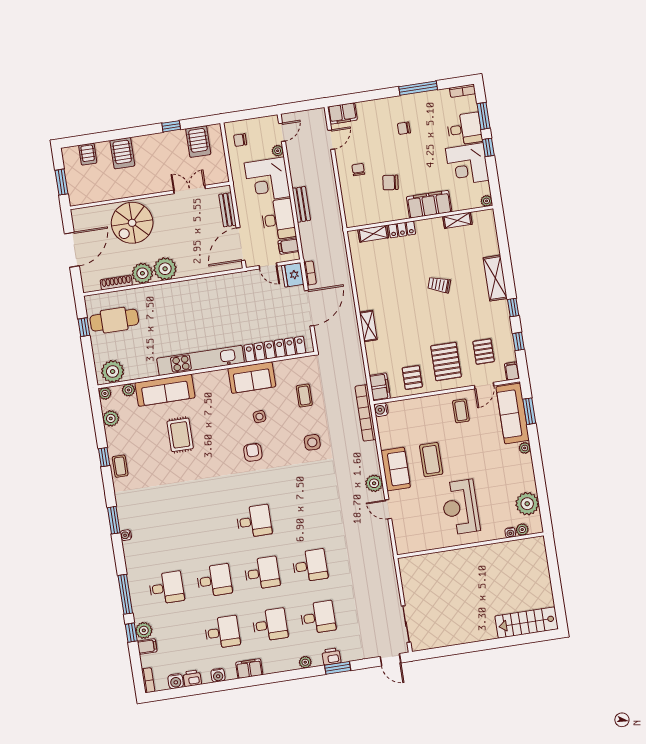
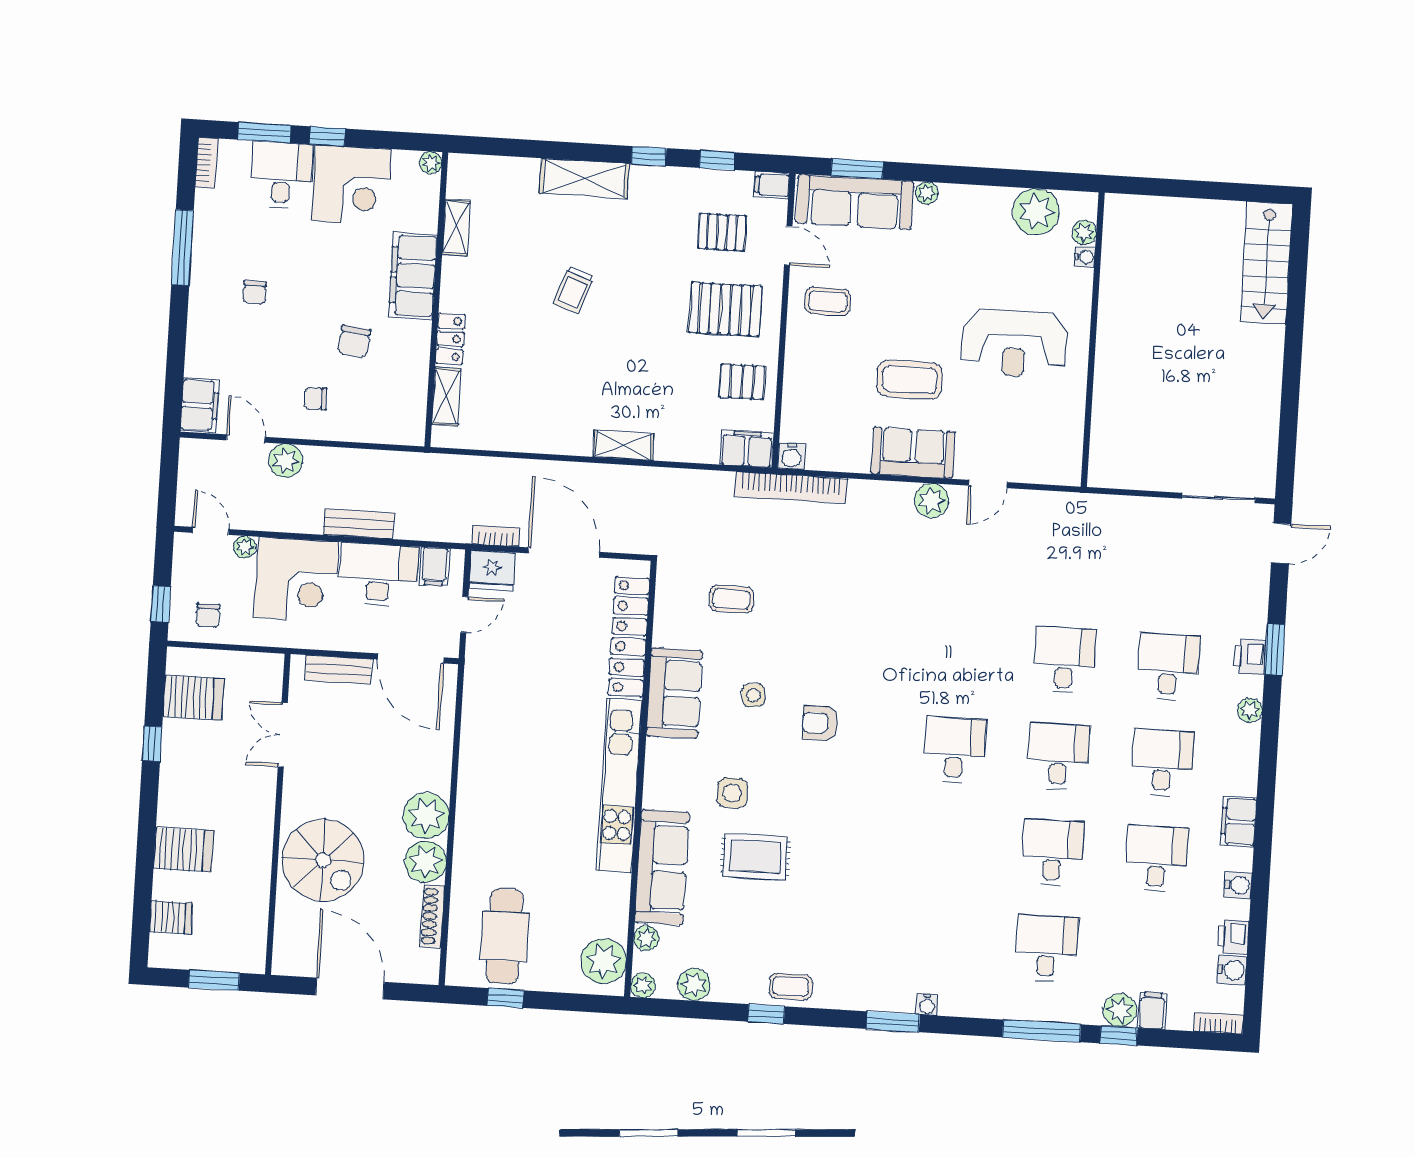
window: (241, 116) -> (161, 604), added
plant: (324, 162) -> (286, 461), added
side table: (312, 442) -> (732, 793), moved

